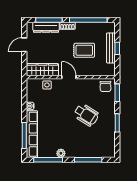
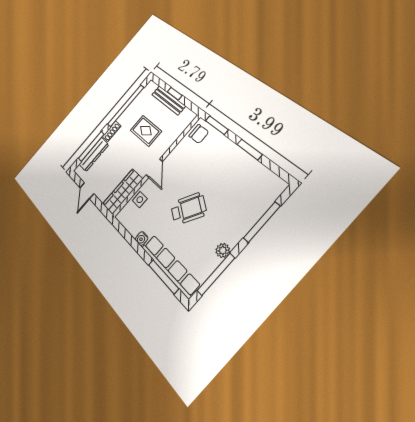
rug: (84, 50) -> (146, 131), turned 90
door: (69, 77) -> (154, 168), swing flipped
wheelchair: (86, 115) -> (189, 209), moved

